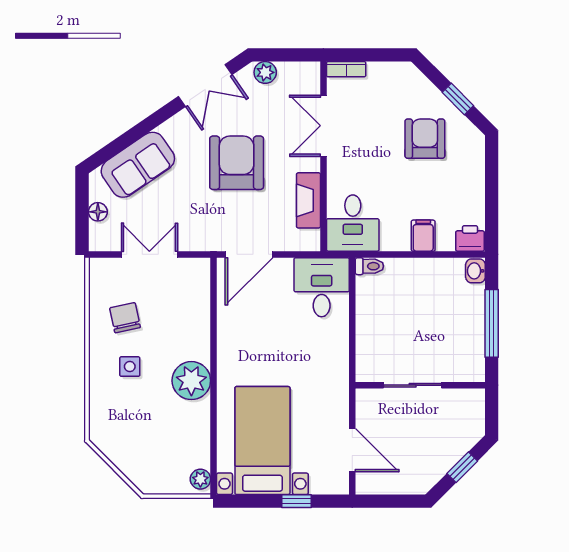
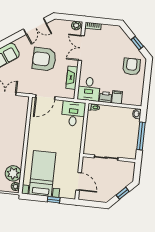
plant: (265, 72) -> (76, 25), moved
armchair: (425, 139) -> (132, 67), moved
armchair: (237, 163) -> (44, 59), turned -89
printer: (470, 238) -> (105, 97), moved
plant: (191, 381) -> (13, 173), moved

